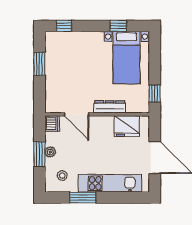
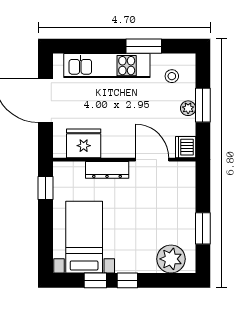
window: (64, 26) -> (127, 280), moved
plant: (63, 42) -> (171, 259), added

